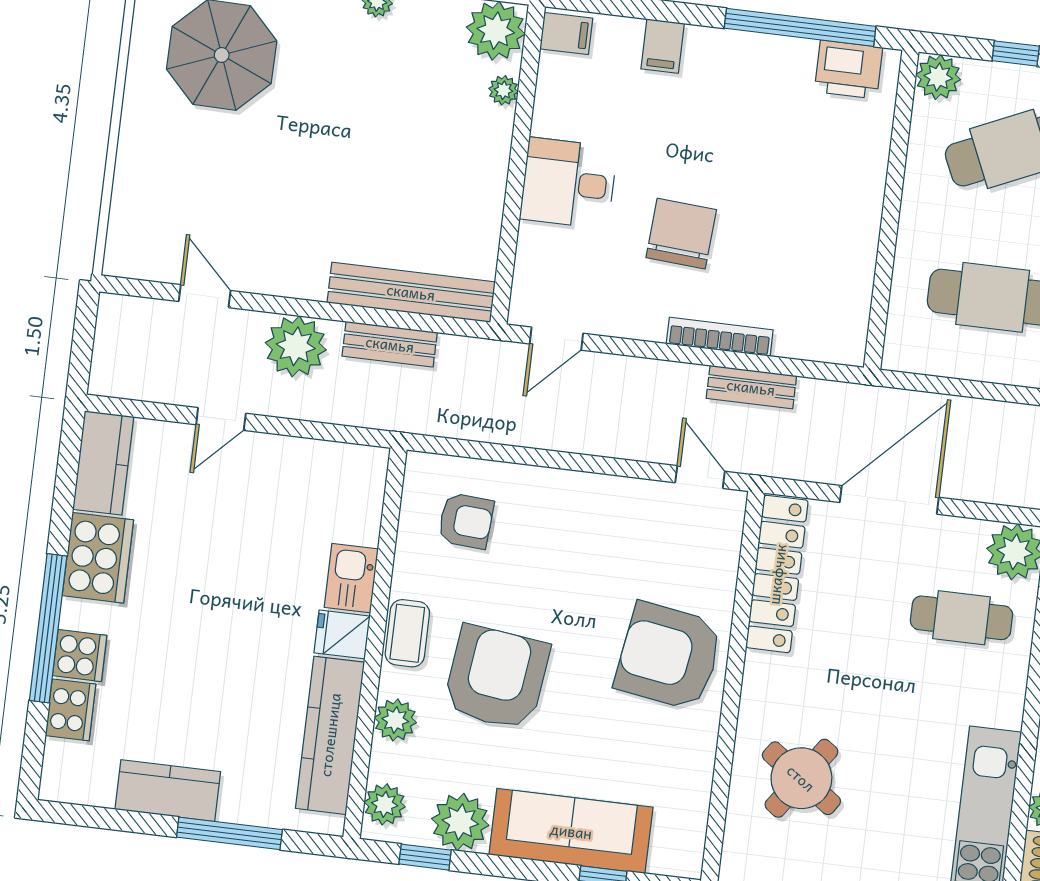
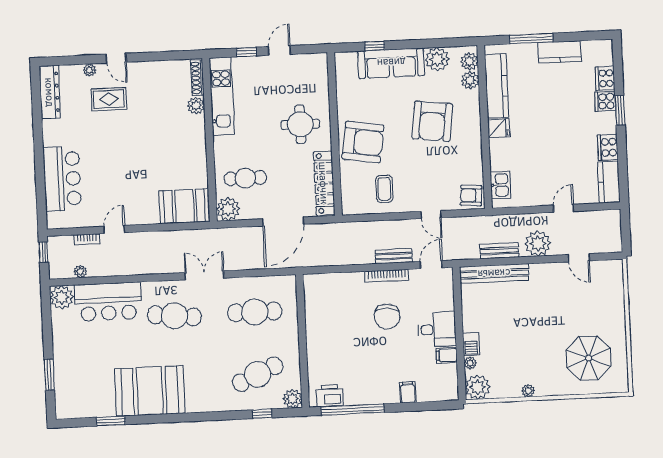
filing cabinet: (566, 33) -> (447, 355), moved
barbecue: (494, 135) -> (471, 344), added
bookcase: (720, 337) -> (387, 276), moved
bench: (751, 387) -> (394, 256), moved
door: (700, 477) -> (431, 215), moved
armchair: (466, 521) -> (471, 196), moved
cooker: (98, 558) -> (608, 147), width x0.73, depth x0.76
kitchen sink: (351, 578) -> (500, 185), moved
window: (48, 628) -> (620, 110), width x0.47
coffee table: (407, 633) -> (384, 189), moved
plant: (395, 720) -> (470, 80), moved
round table: (801, 778) -> (300, 124), moved, turned -35
window: (425, 857) -> (449, 42), removed

